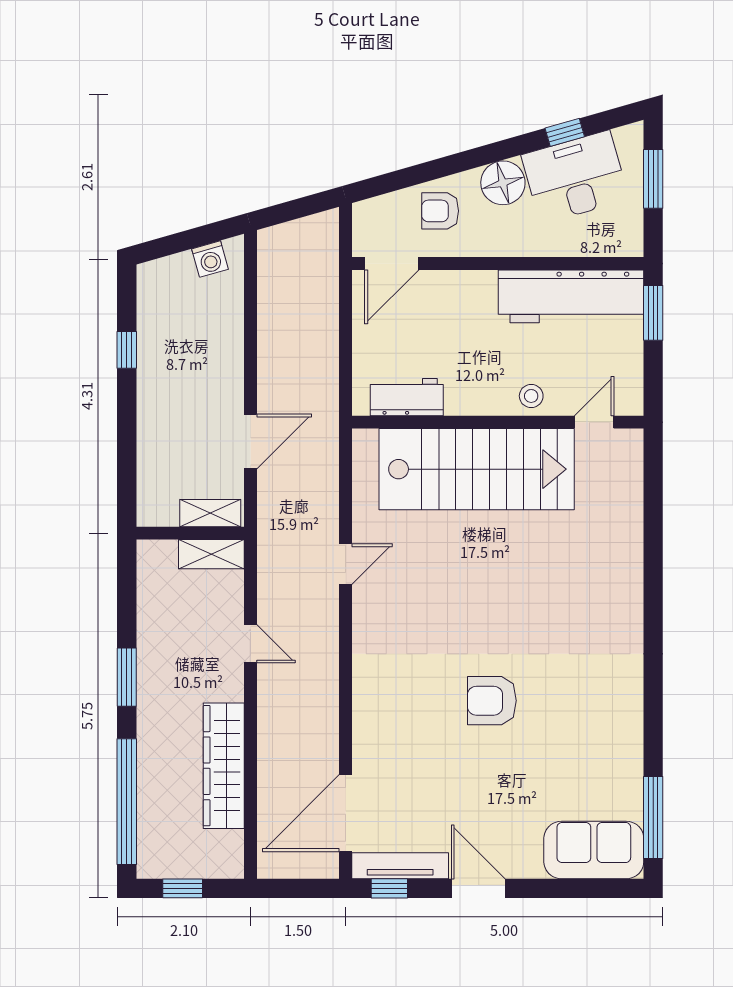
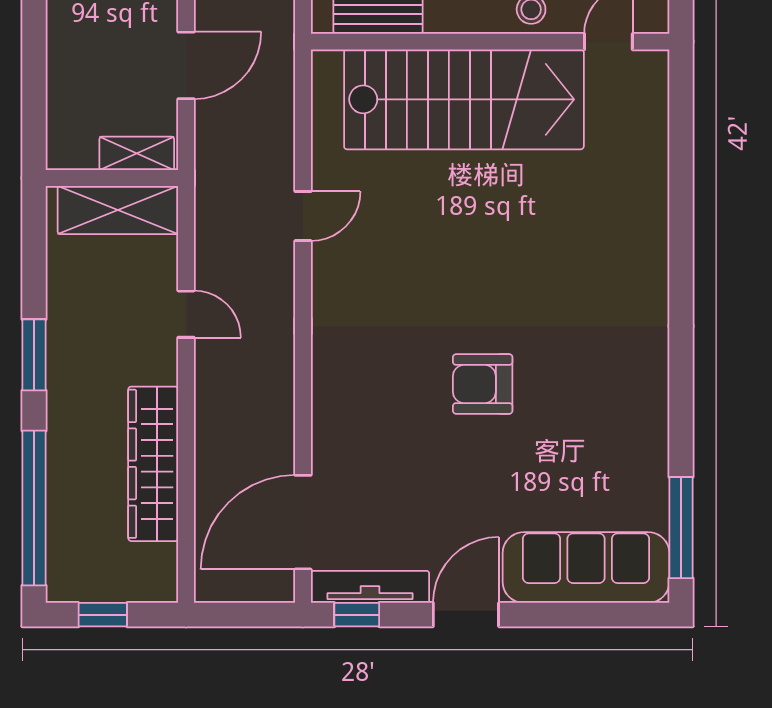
shelving: (211, 554) -> (118, 210), width x1.50, depth x1.33
sofa: (594, 850) -> (586, 567), width x1.36
door: (478, 888) -> (466, 615), hinge flipped

